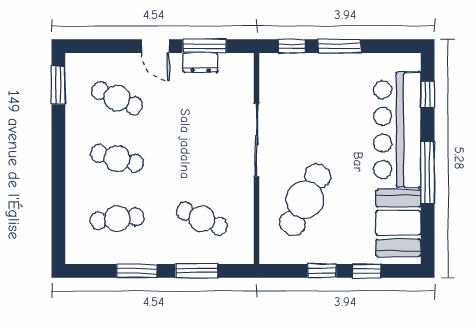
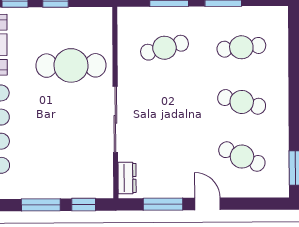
dresser: (201, 63) -> (127, 178), moved, turned 90
cafe table: (305, 200) -> (71, 65), turned 62
cafe table: (202, 219) -> (164, 48), turned -39

